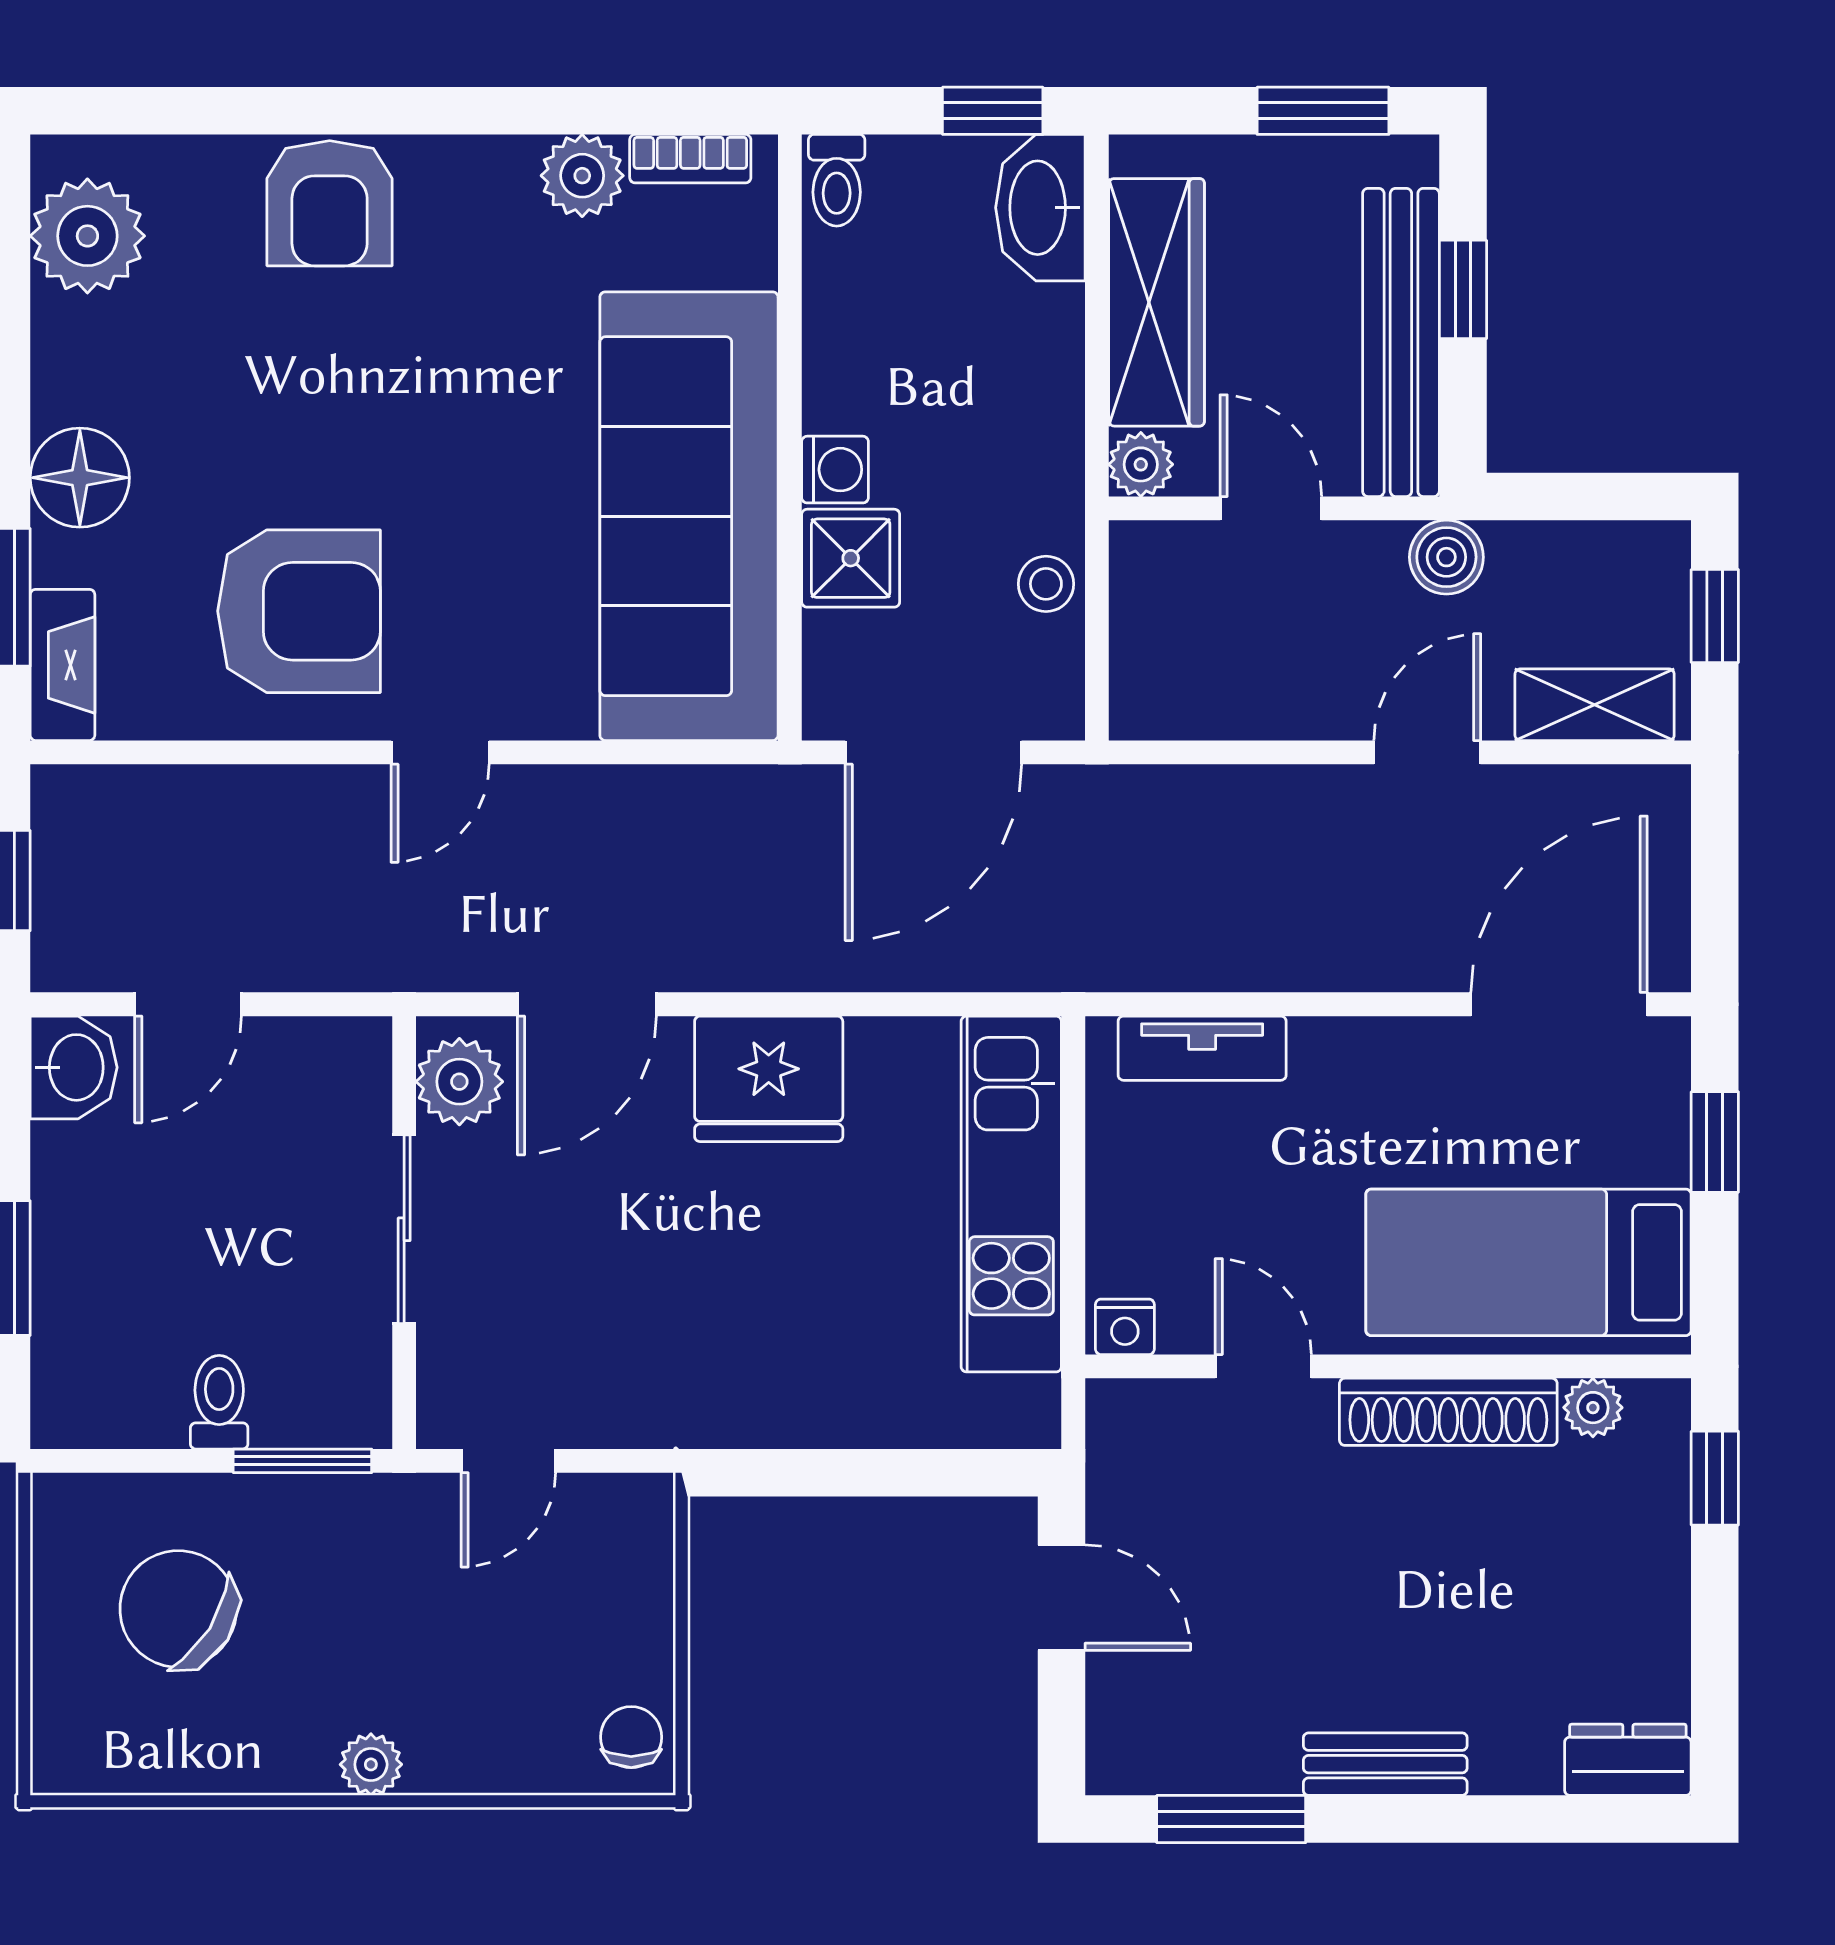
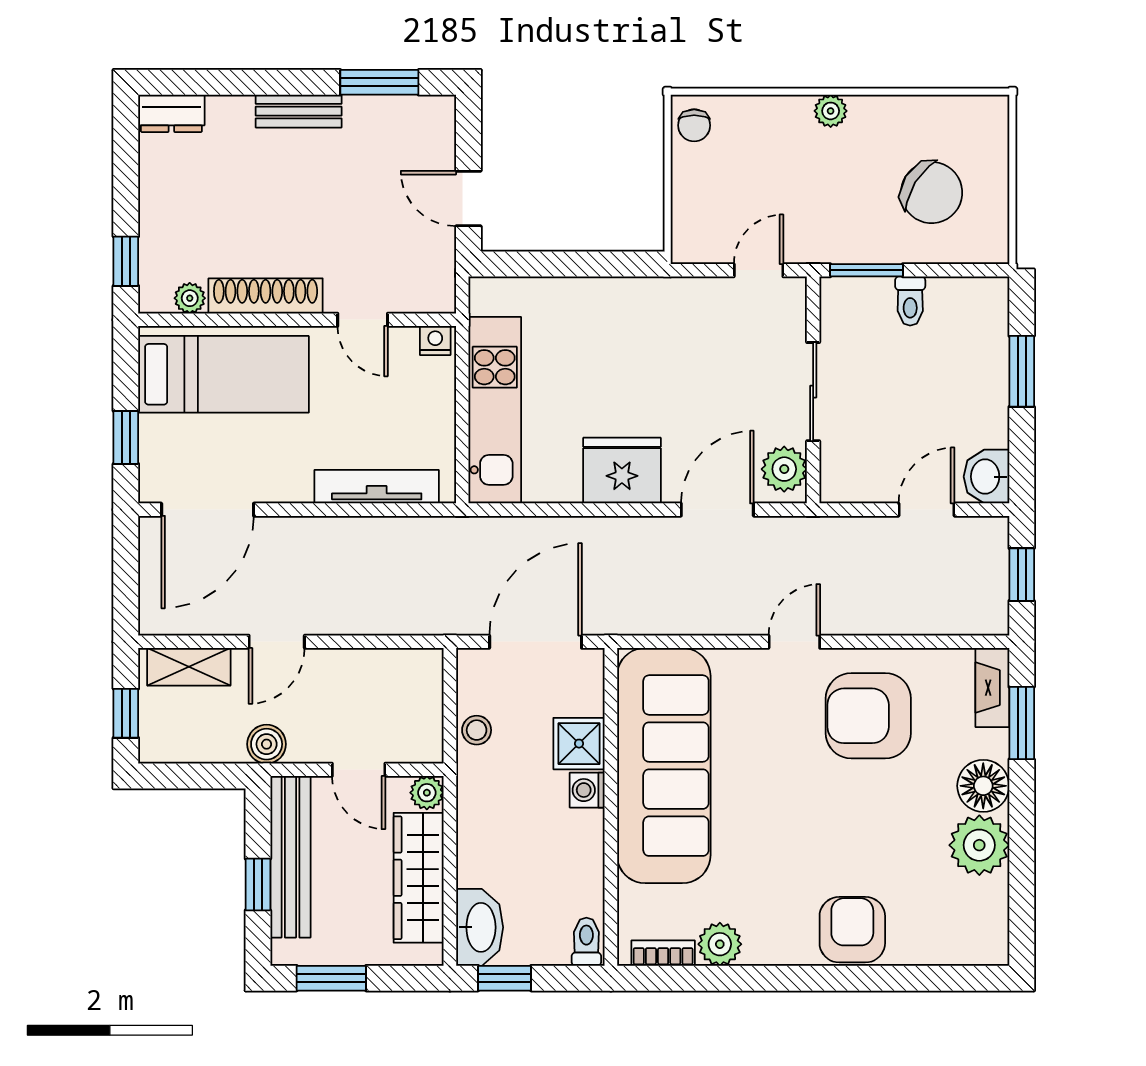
plant: (87, 236) -> (979, 845), moved
tv unit: (1202, 1048) -> (377, 487), width x1.41

